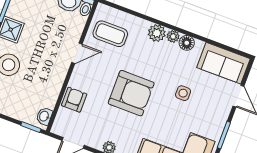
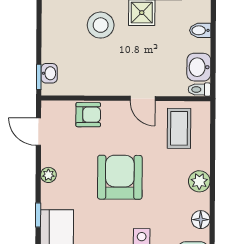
plant: (173, 36) -> (202, 201), removed
armchair: (131, 93) -> (120, 177), turned 180
washbasin: (44, 116) -> (49, 73), moved, turned 90

